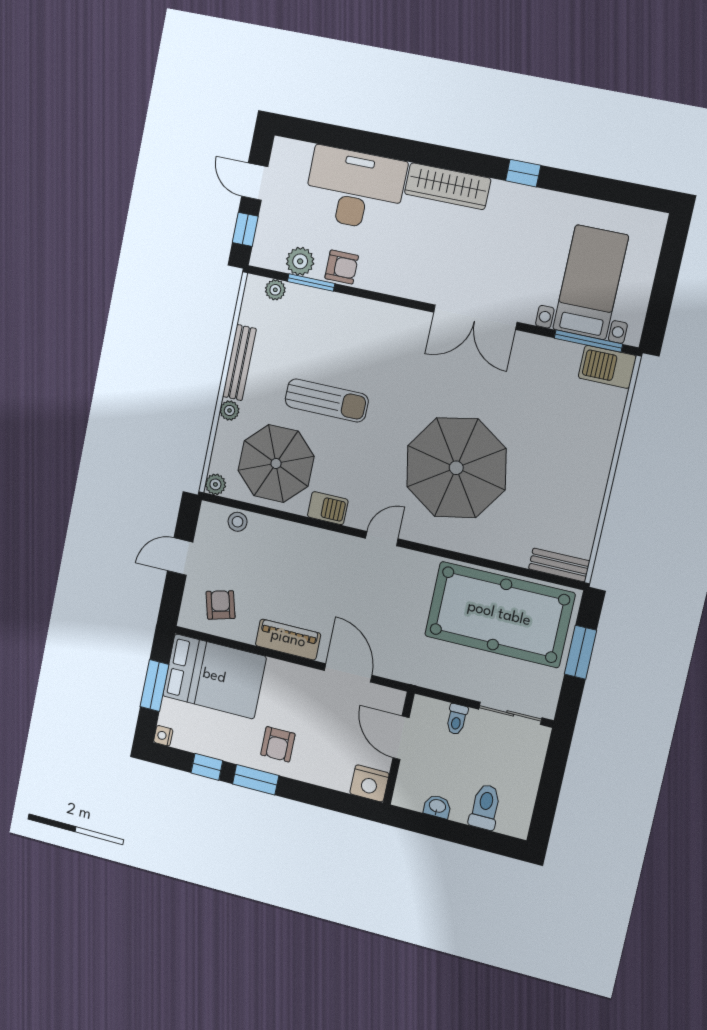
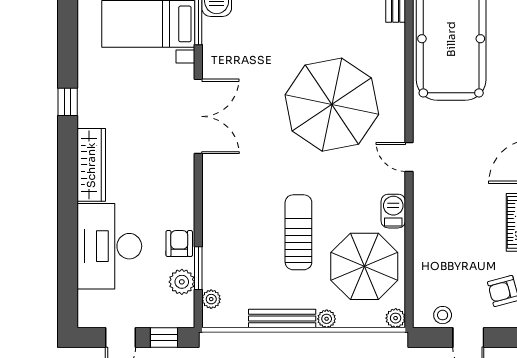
stool: (238, 522) -> (443, 315), moved

